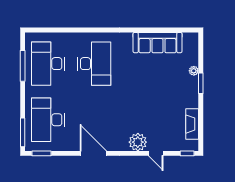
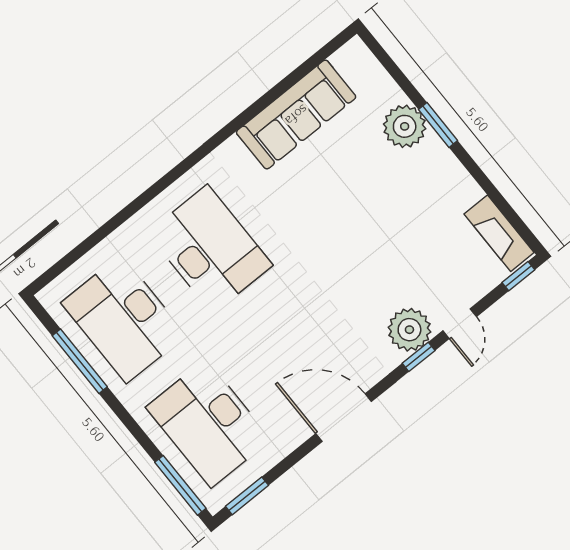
plant: (194, 71) -> (405, 126), width x1.88, depth x1.88
fireplace: (192, 124) -> (499, 233), moved
window: (134, 153) -> (419, 357), added
door: (156, 153) -> (460, 324), hinge flipped

